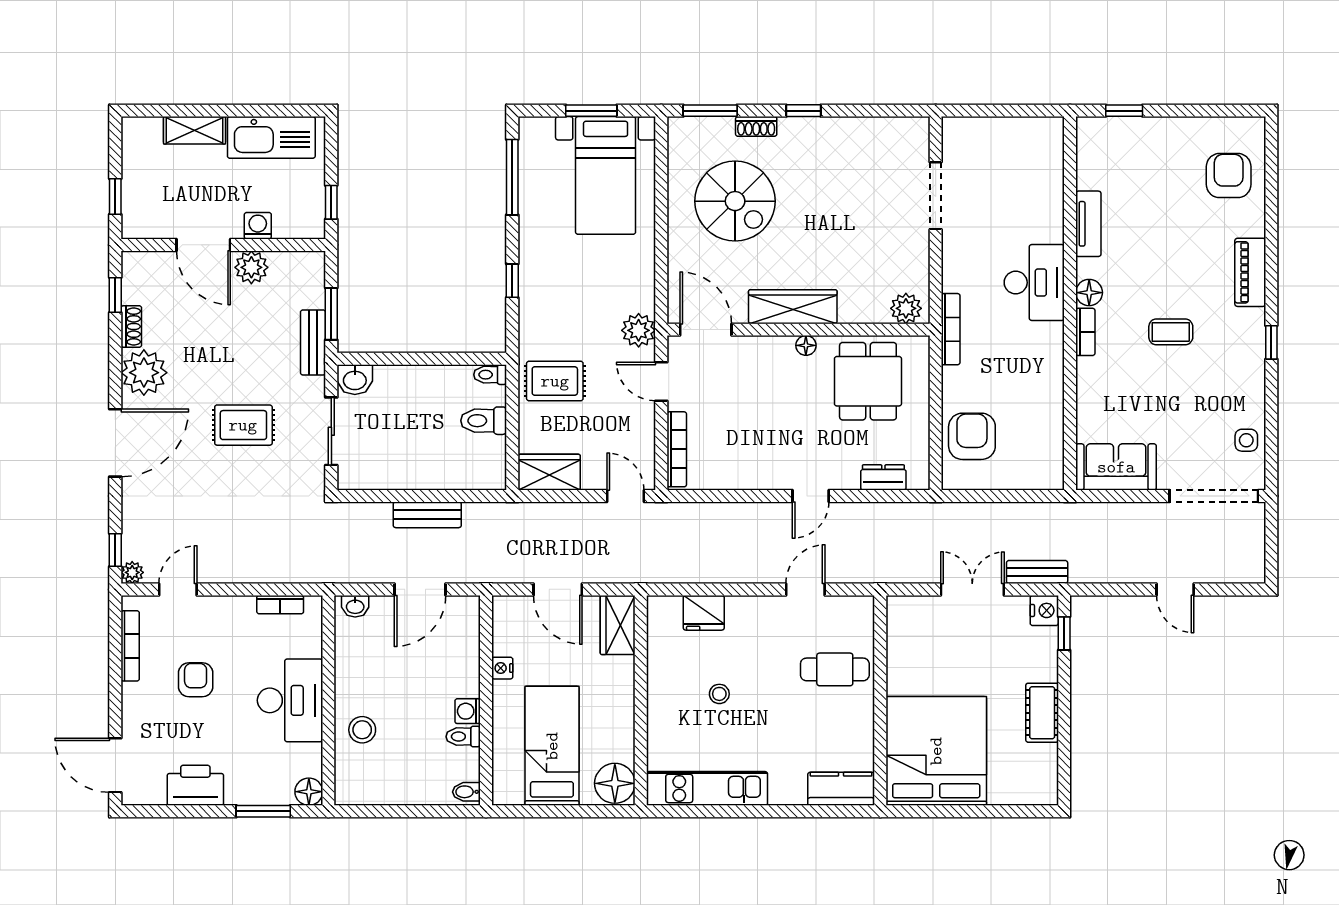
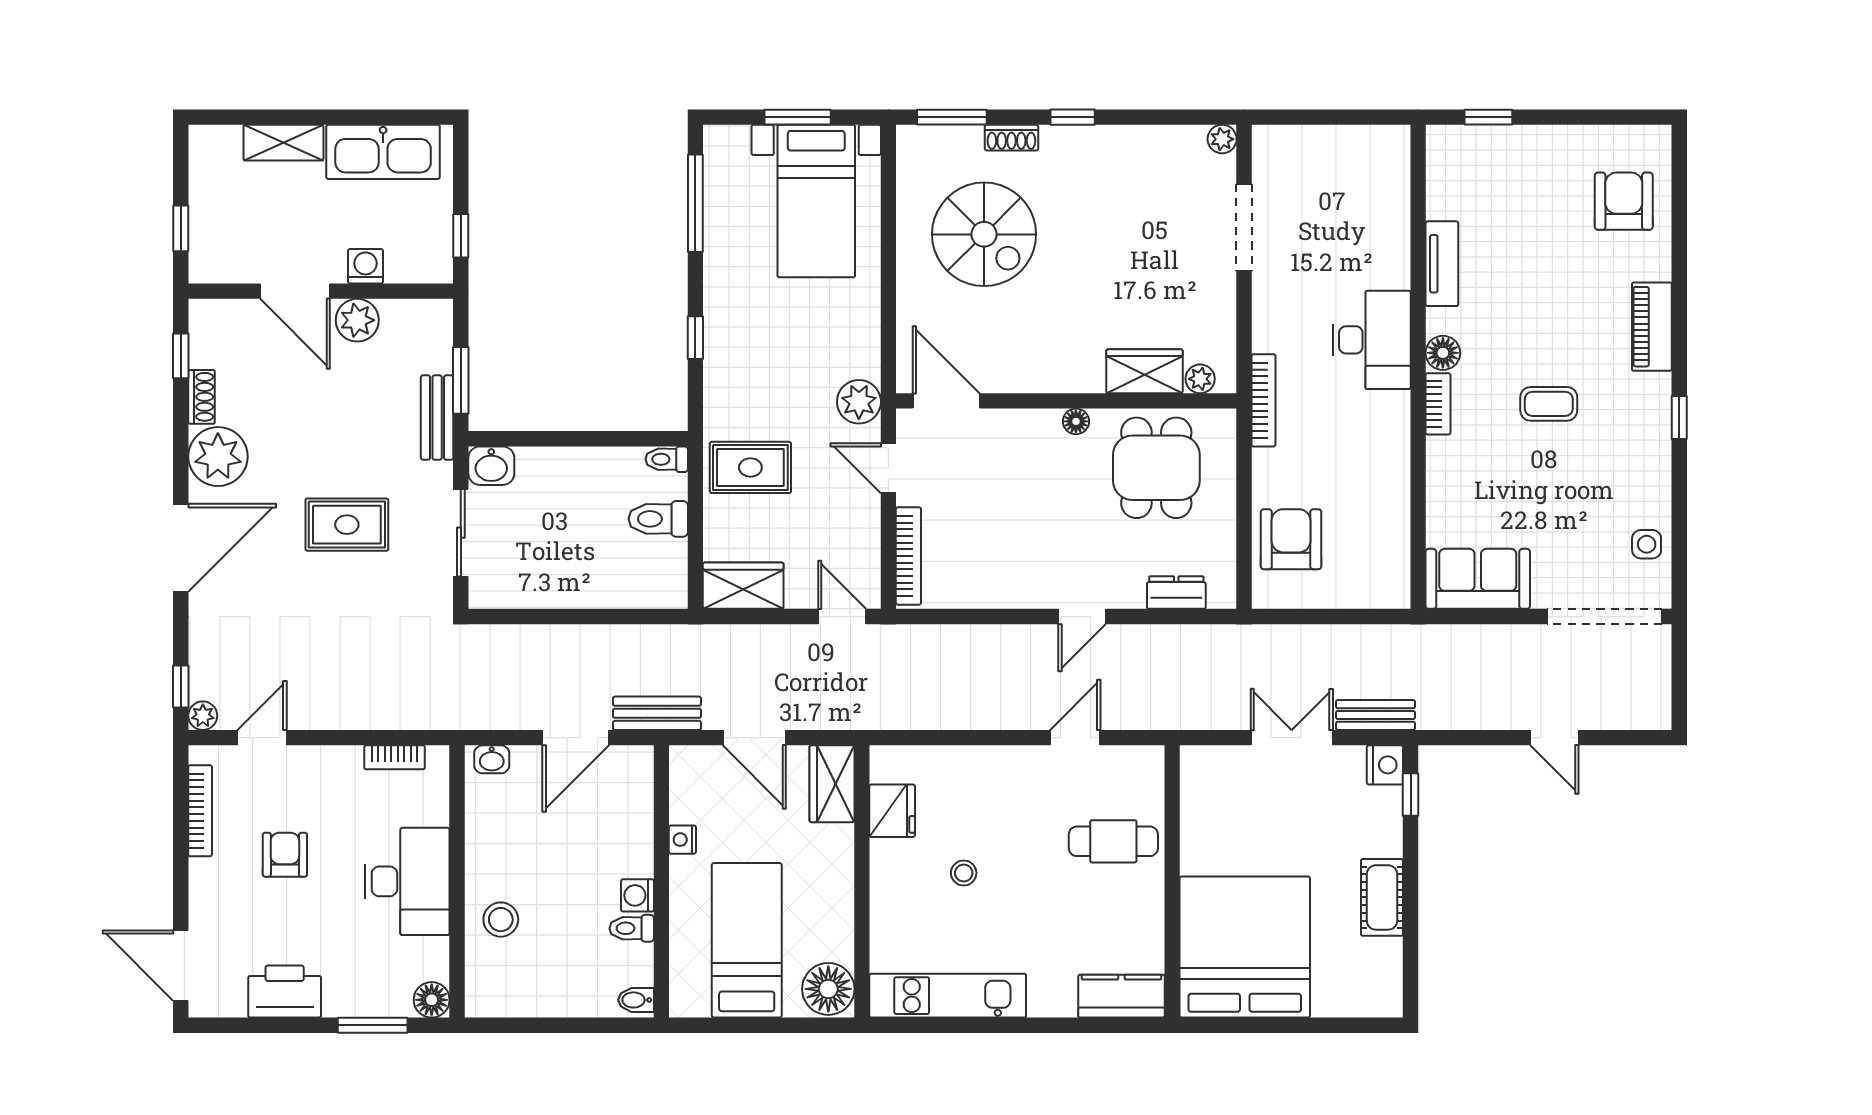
plant: (919, 128) -> (1222, 139), added
wardrobe: (793, 307) -> (1144, 371), moved, width x0.67
plant: (906, 308) -> (1200, 379), width x0.73, depth x0.73
bench: (427, 515) -> (657, 713), moved
fridge: (704, 613) -> (892, 811), moved, turned -90

